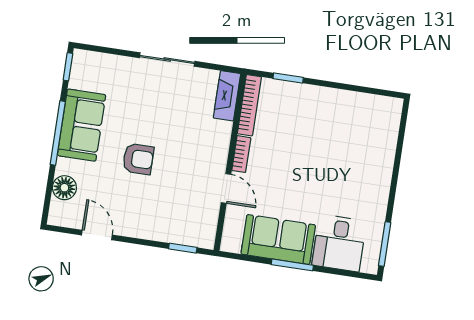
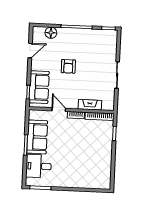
fireplace: (227, 96) -> (90, 105), moved
sofa: (82, 125) -> (39, 87), moved, turned -90
door: (226, 188) -> (59, 110), swing flipped

